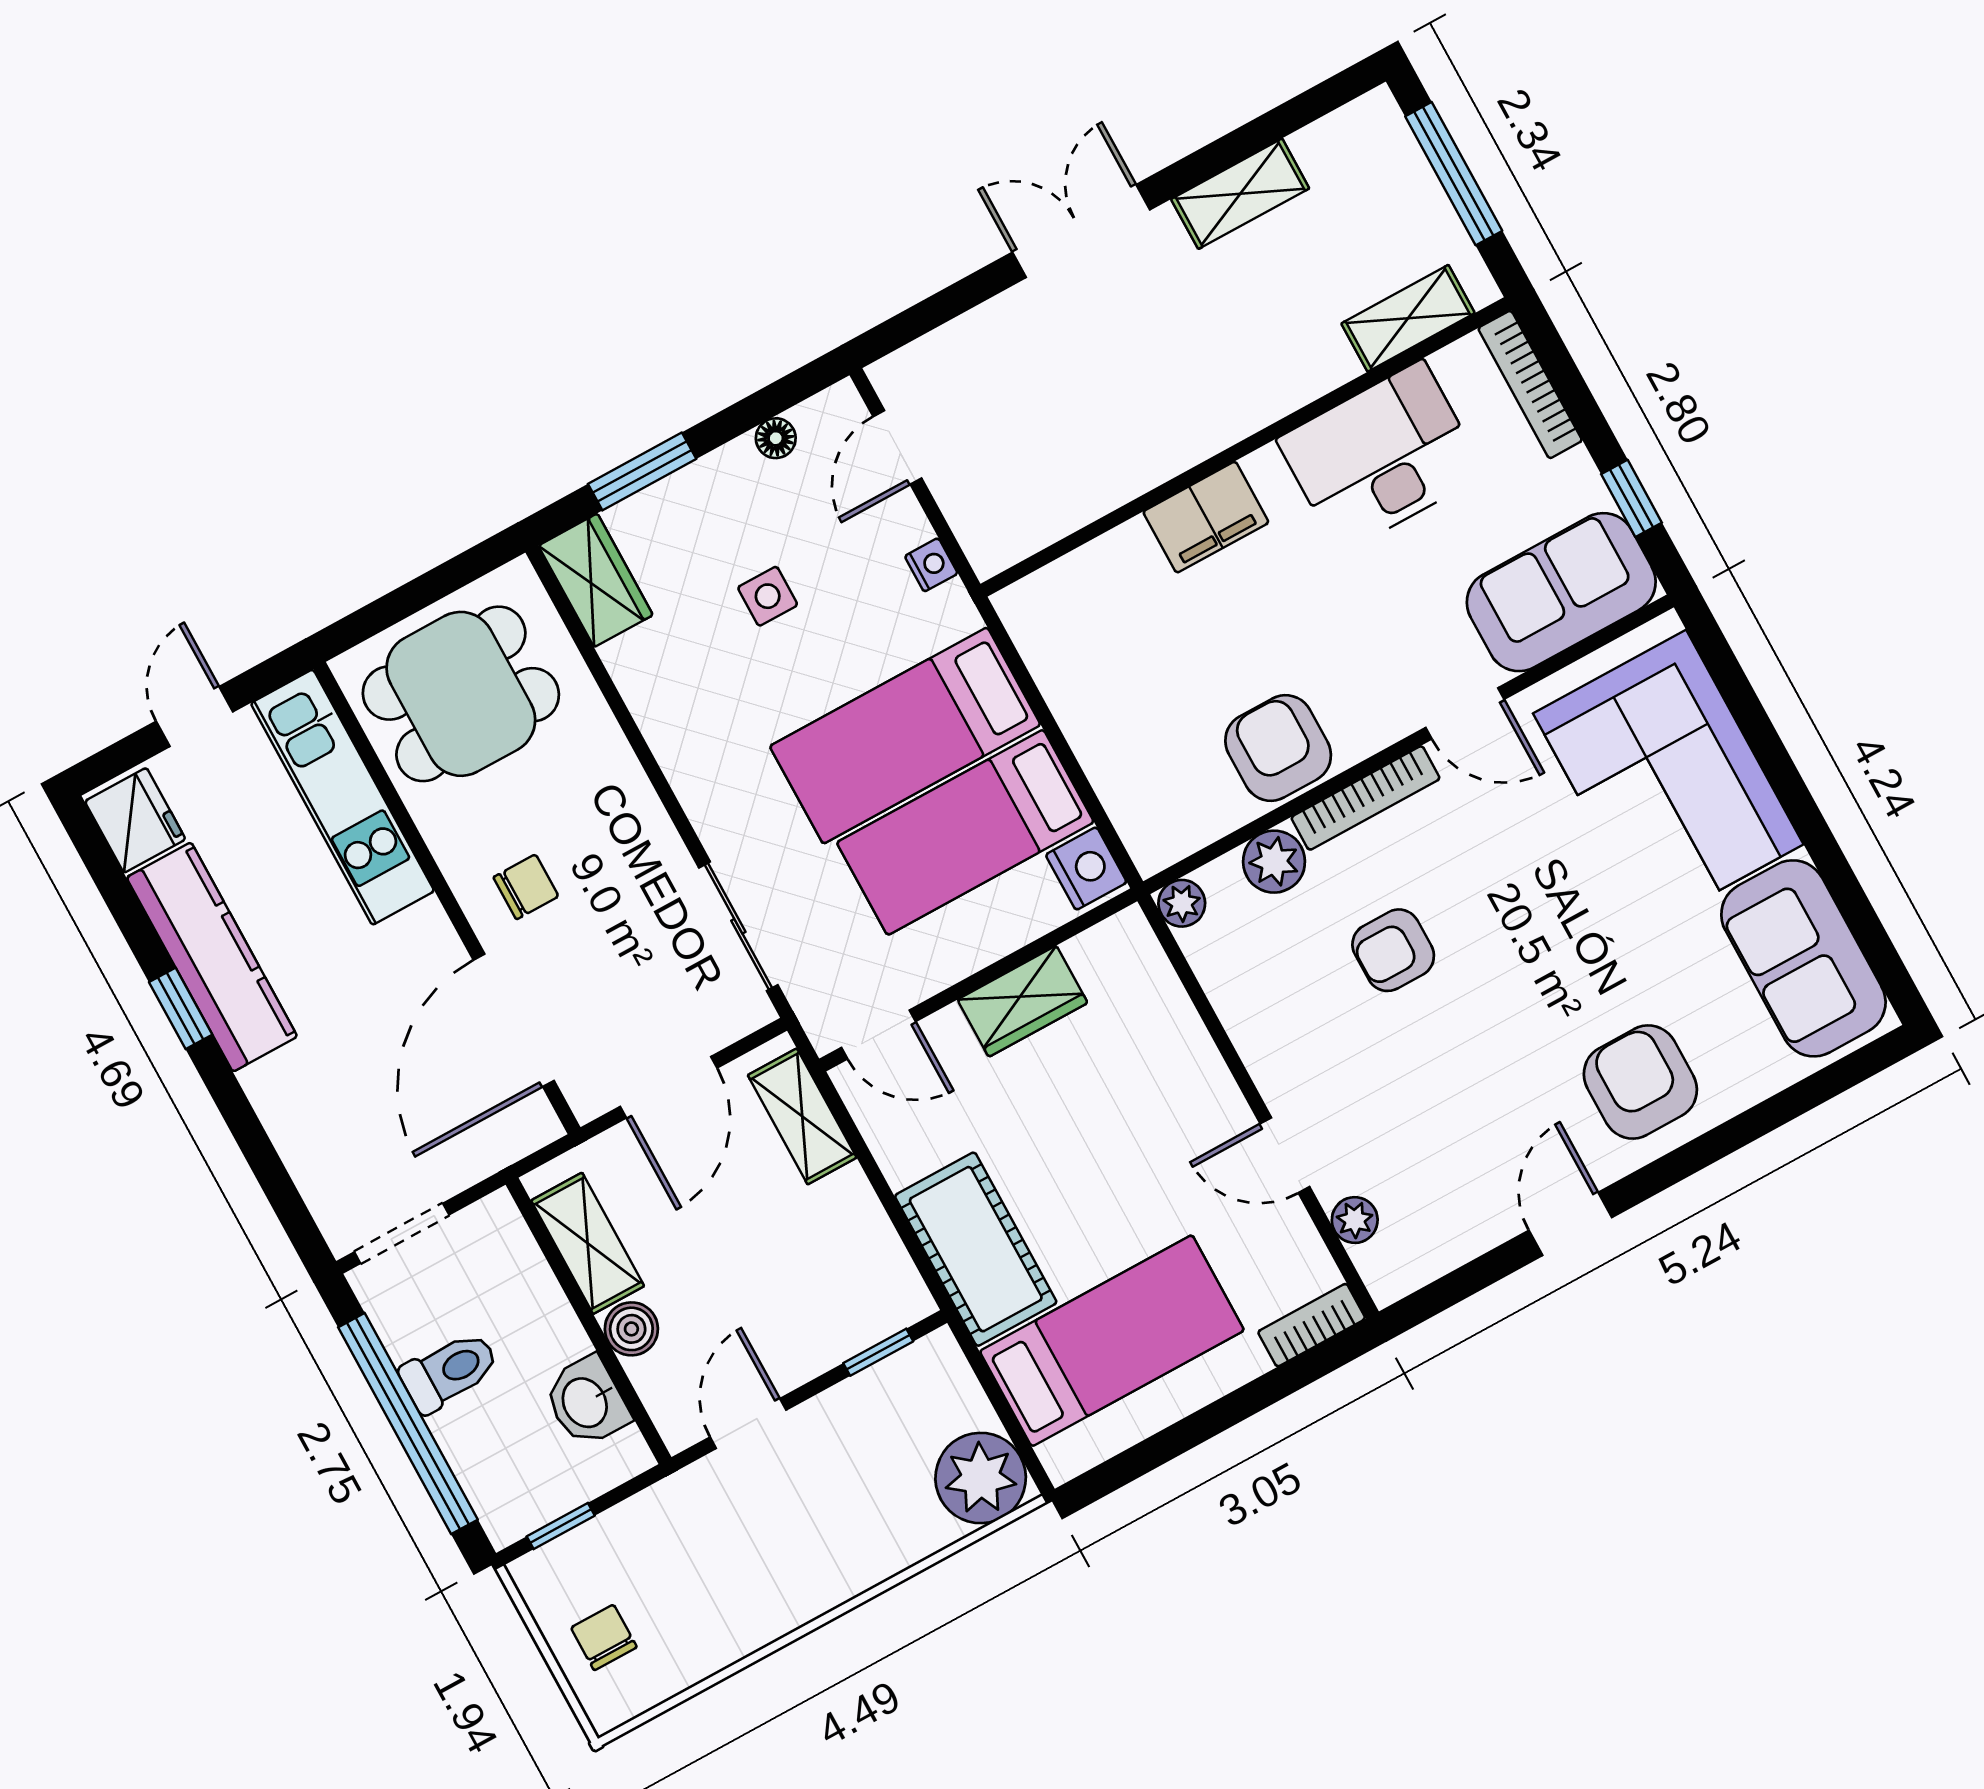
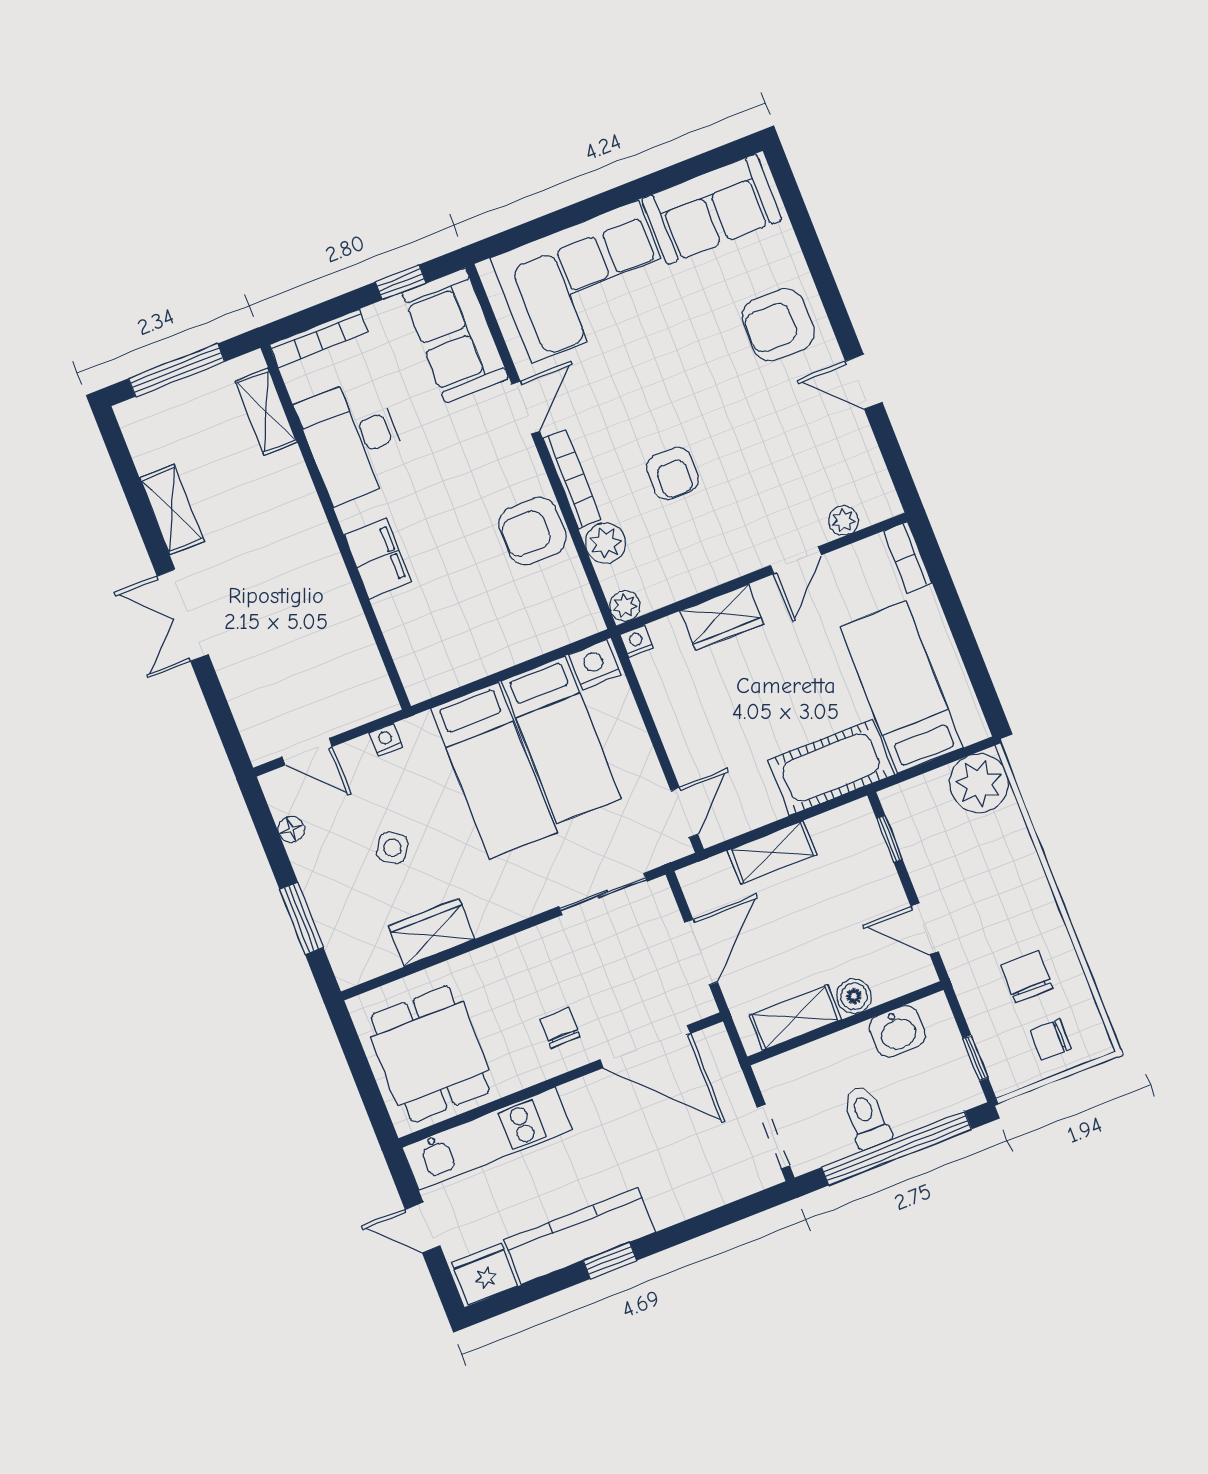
wardrobe: (596, 580) -> (432, 932), moved
side table: (768, 596) -> (392, 848), turned 34
nightstand: (1130, 928) -> (637, 641), added
wardrobe: (1023, 1001) -> (722, 617), moved, turned 90
door: (669, 1087) -> (701, 952), hinge flipped
shelving: (802, 1116) -> (772, 852), moved
chair: (695, 1589) -> (1027, 977), added

